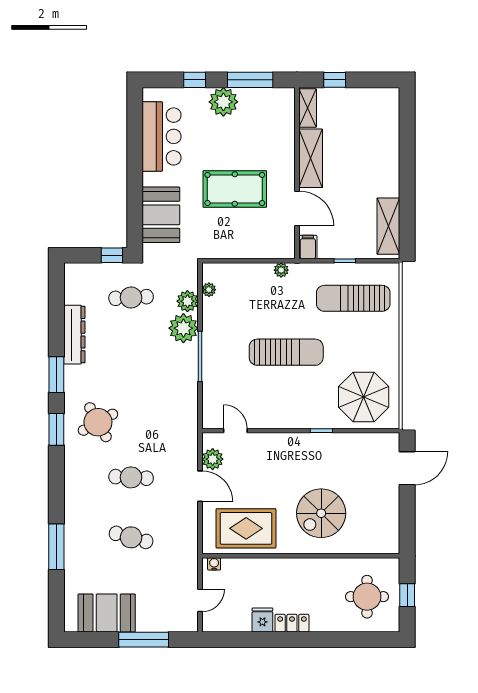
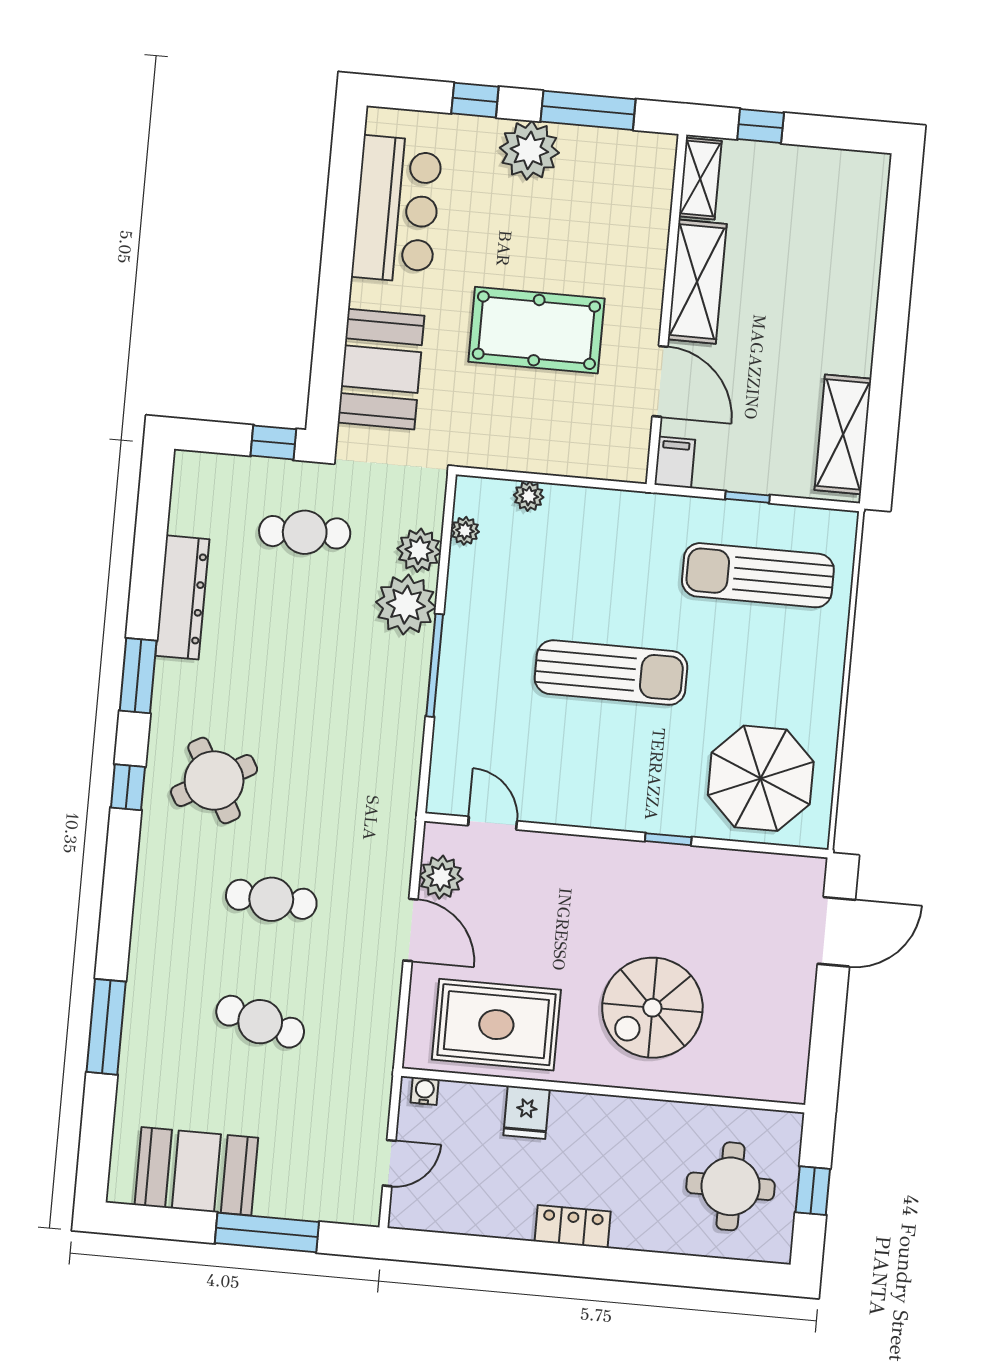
plant: (281, 270) -> (529, 496), moved
window: (56, 429) -> (128, 787), width x0.67
fridge: (262, 620) -> (526, 1112), moved, turned 180

